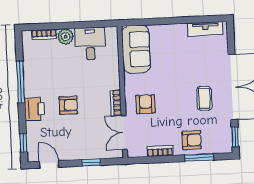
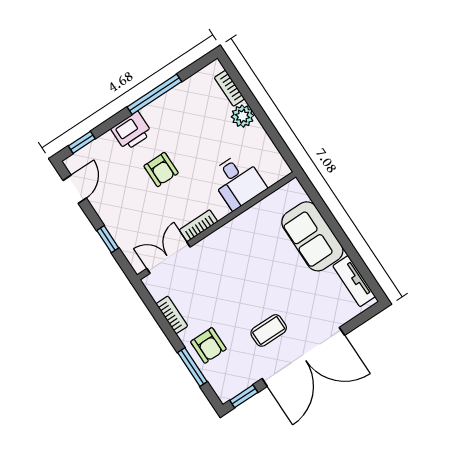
desk: (90, 44) -> (238, 181), moved, turned 90
sofa: (136, 49) -> (312, 236), moved, turned 90
armchair: (145, 104) -> (219, 263), removed

